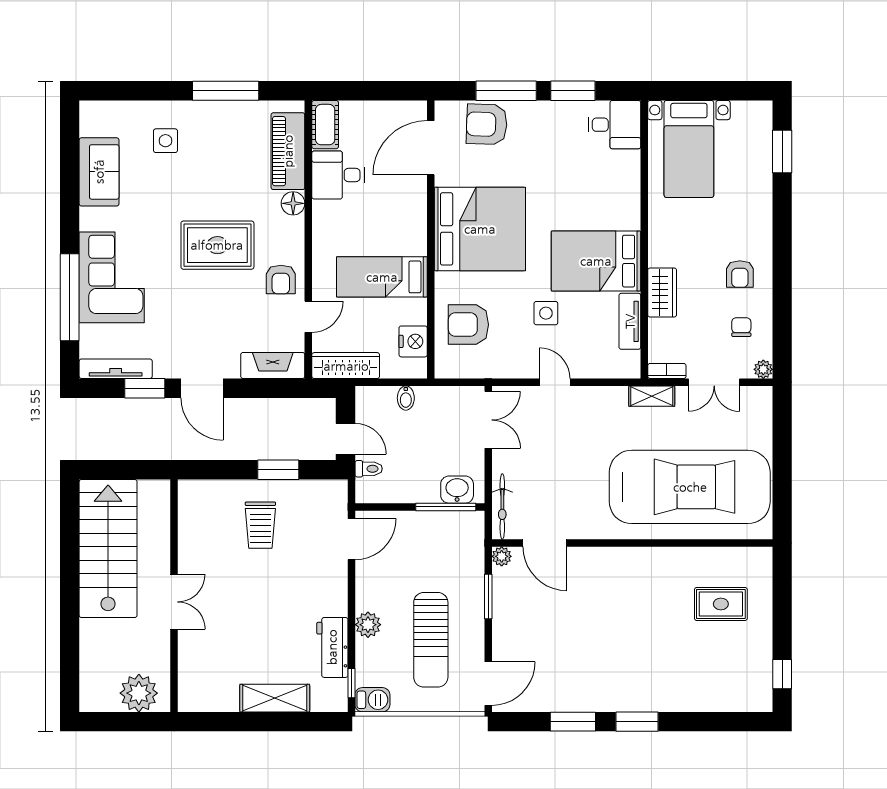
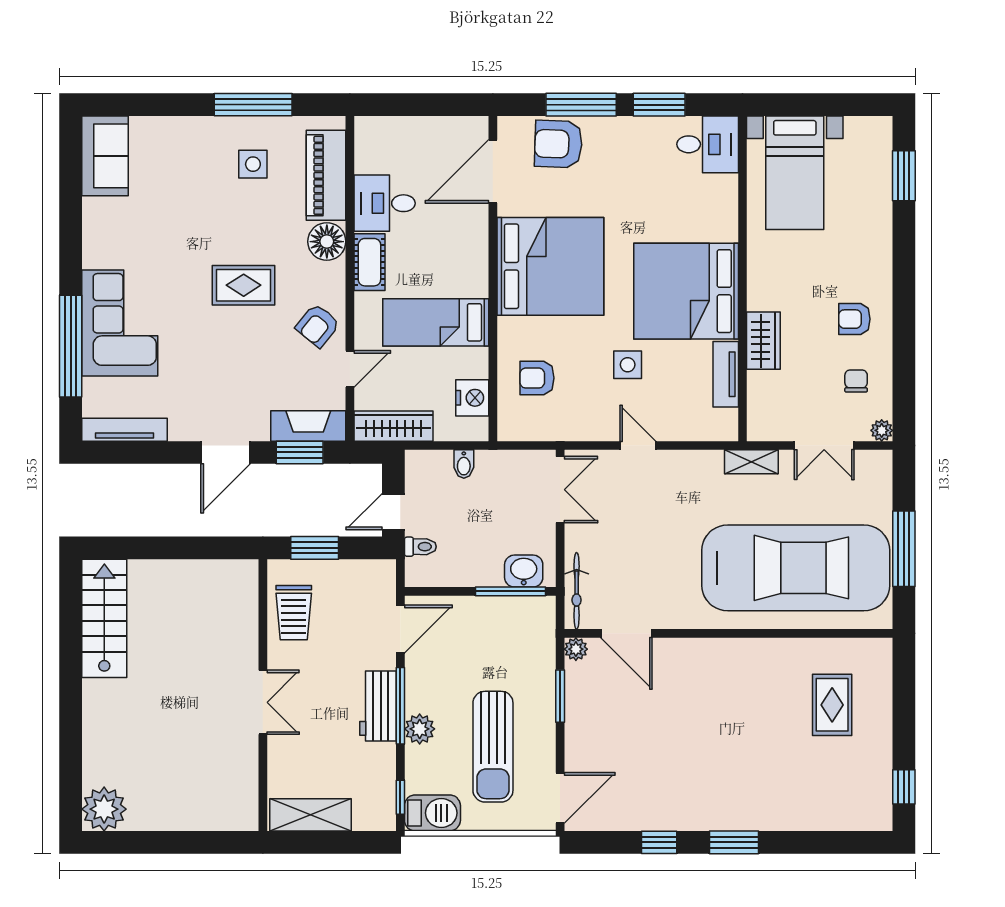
cot: (325, 125) -> (369, 262), moved
side table: (165, 141) -> (253, 164), moved
sofa: (99, 172) -> (105, 156), moved
floor lamp: (293, 203) -> (327, 242), width x1.38, depth x1.38
rug: (217, 245) -> (244, 285), width x0.73, depth x0.70
bed: (596, 261) -> (686, 291), width x1.36
armchair: (740, 274) -> (854, 319), turned 90
armchair: (281, 280) -> (318, 325), turned 39
armchair: (468, 325) -> (537, 378), width x0.72, depth x0.72
bookcase: (667, 371) -> (769, 432), removed
window: (145, 388) -> (300, 452), moved
door: (202, 388) -> (226, 452), hinge flipped
door: (346, 439) -> (393, 512), swing flipped
window: (782, 471) -> (904, 549), added
stairs: (108, 549) -> (104, 618), width x0.73, depth x0.66
wall: (174, 596) -> (263, 695), moved
double door: (174, 602) -> (263, 702), moved
rug: (721, 604) -> (832, 705), turned 90
window: (352, 605) -> (400, 706), added
workbench: (332, 647) -> (378, 706), moved
plant: (139, 693) -> (104, 809), moved
barbecue: (372, 700) -> (432, 813), width x1.38, depth x1.27
window: (573, 722) -> (659, 842), width x0.67

